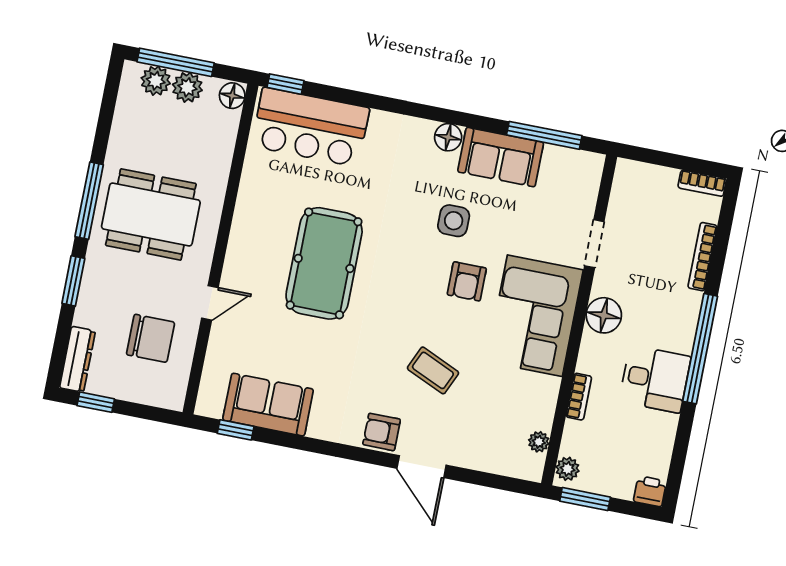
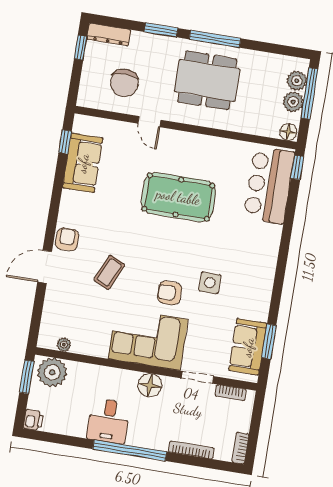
window: (544, 135) -> (269, 341), width x0.69
floor lamp: (448, 137) -> (265, 277), removed
sofa: (501, 157) -> (248, 347), moved
dining table: (151, 214) -> (207, 80), turned 90
bookcase: (579, 397) -> (231, 393), moved
plant: (567, 469) -> (52, 372), width x1.88, depth x1.88

